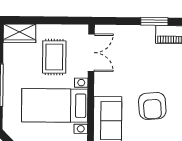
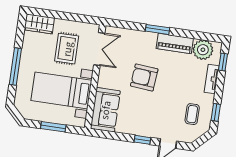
armchair: (152, 106) -> (144, 77), moved, turned 99

